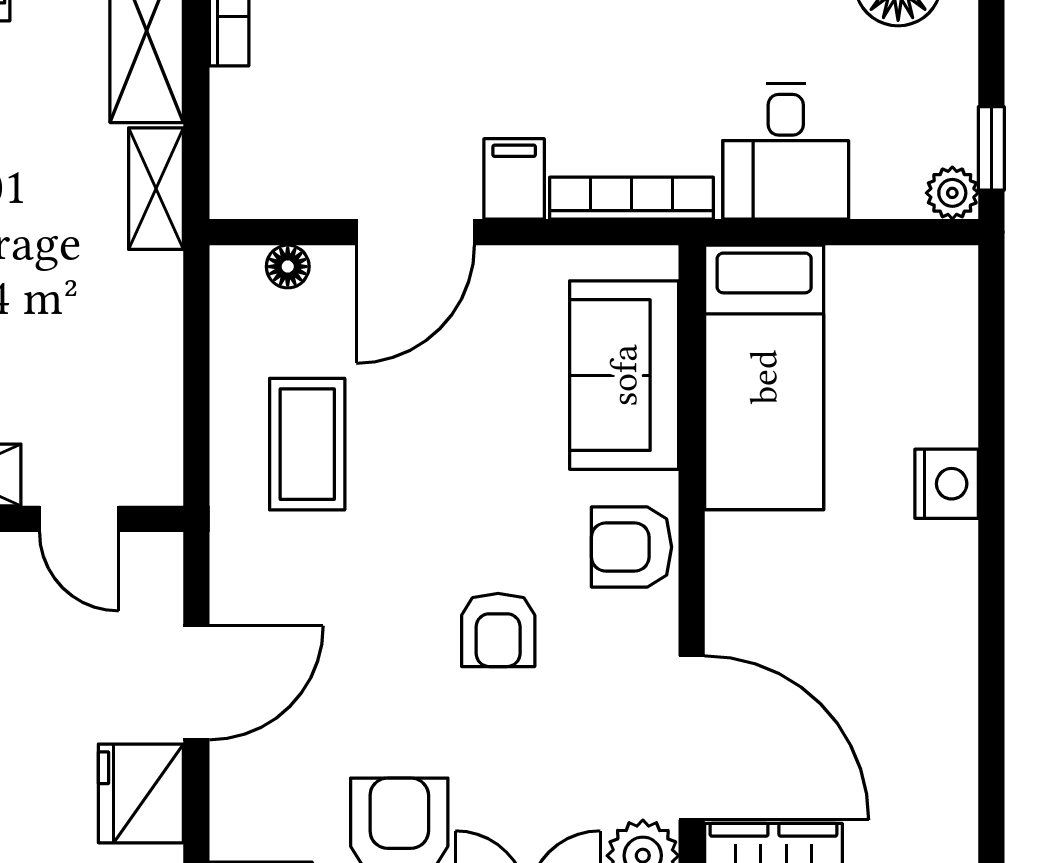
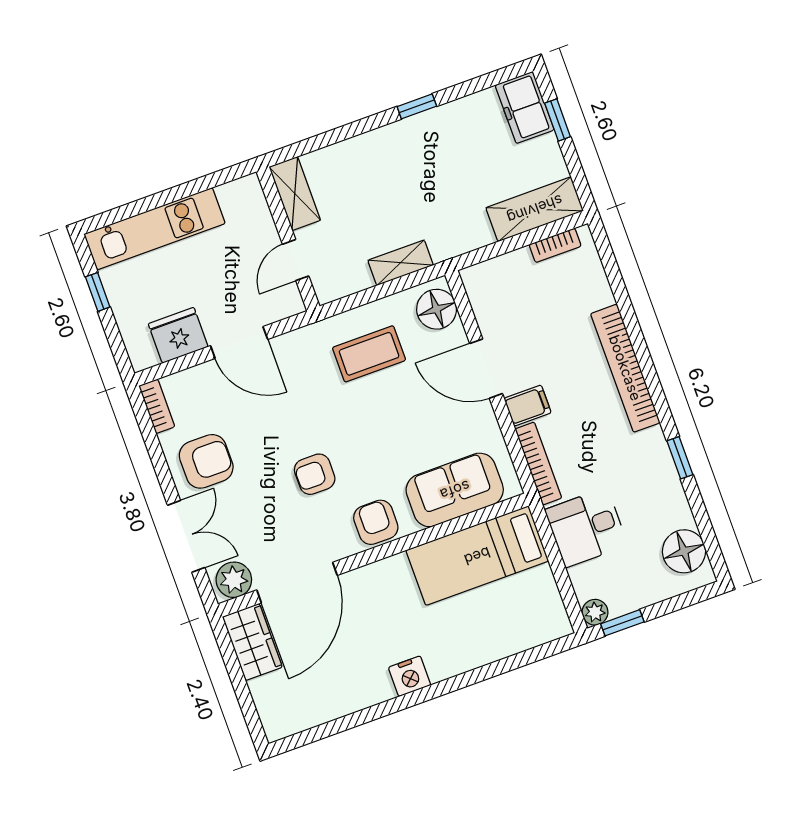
shelving: (156, 189) -> (401, 263), moved
floor lamp: (288, 267) -> (437, 309), width x1.89, depth x1.89
nightstand: (947, 484) -> (410, 676), moved

